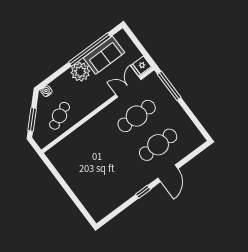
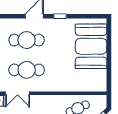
booth: (91, 185) -> (91, 46), added

